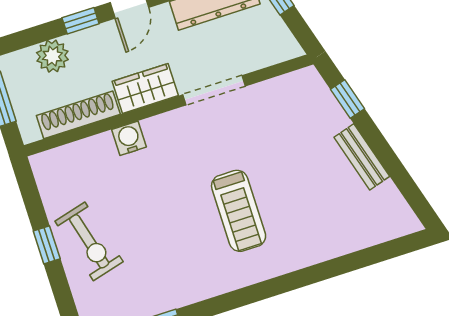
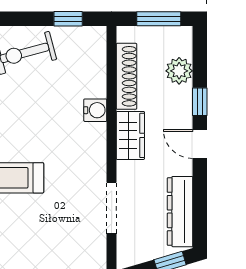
doorway: (214, 90) -> (112, 208), moved
window: (47, 245) -> (68, 19), moved

